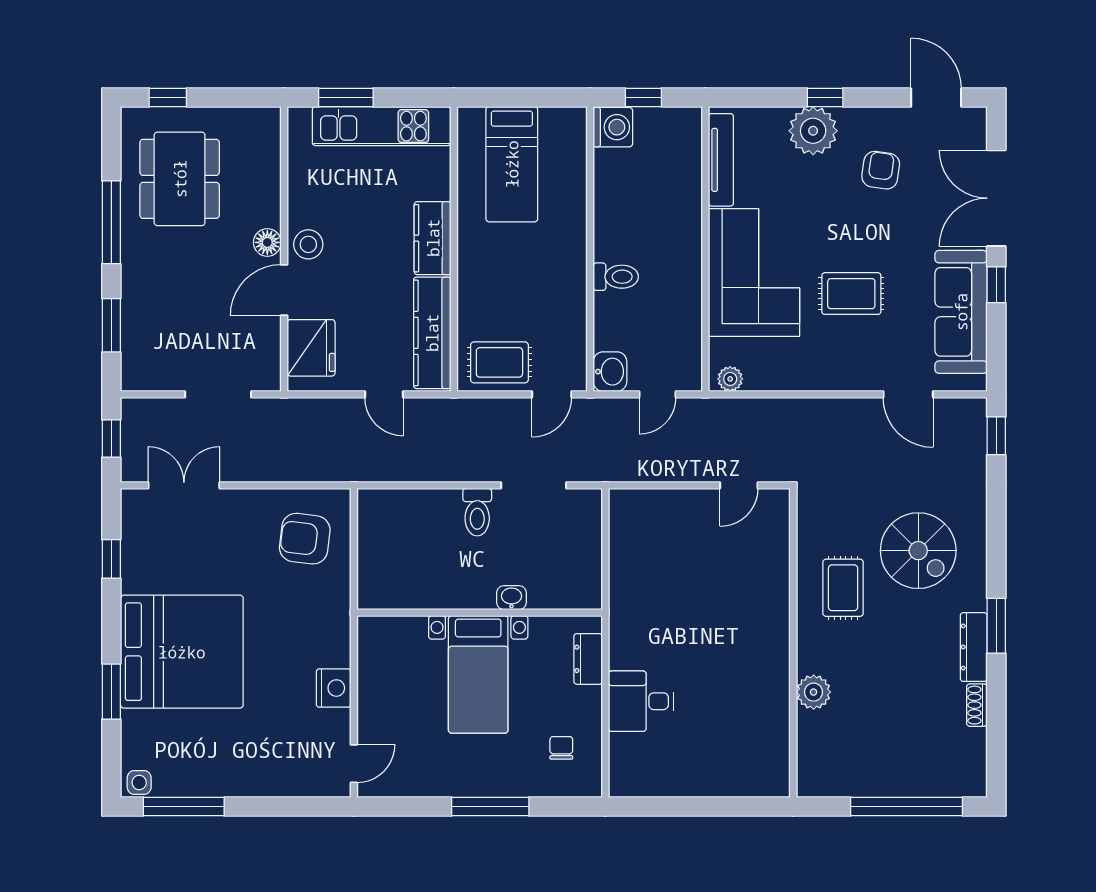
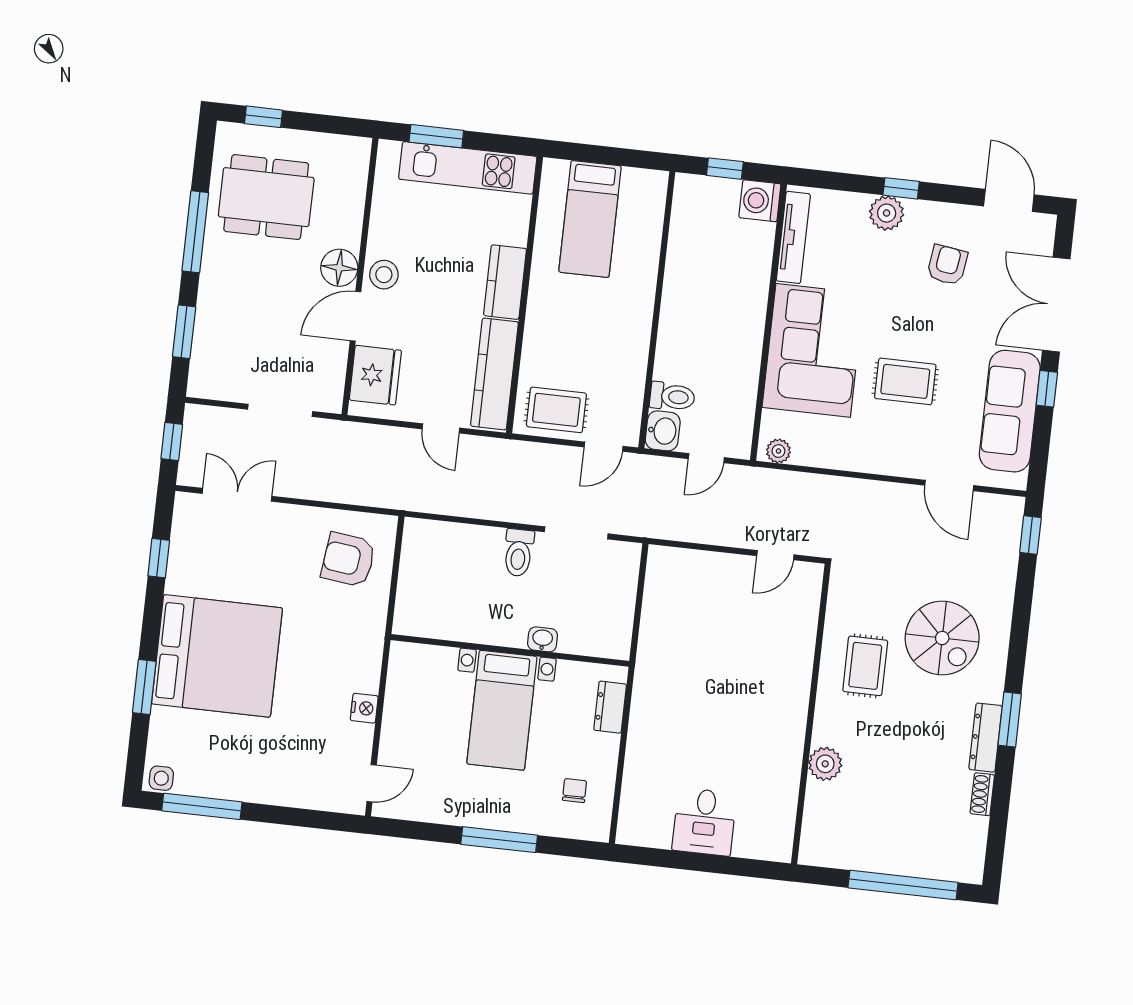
washing machine: (613, 127) -> (760, 201), moved, turned 180
plant: (813, 131) -> (887, 213), width x0.73, depth x0.73
dining table: (180, 179) -> (266, 197), turned 90
floor lamp: (267, 242) -> (339, 268), width x1.38, depth x1.38
toilet: (616, 277) -> (672, 397), moved
nightstand: (334, 688) -> (364, 708), width x0.74, depth x0.75
desk: (641, 701) -> (704, 822), moved, turned -90

